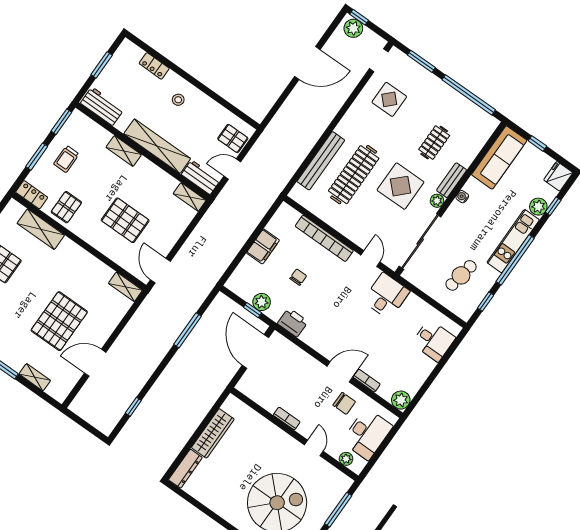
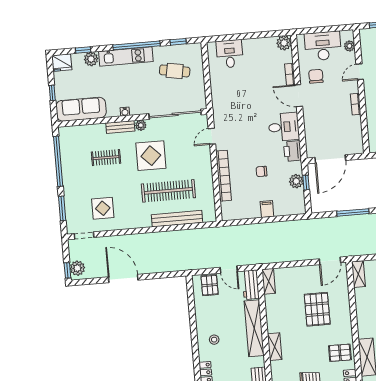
filing cabinet: (263, 246) -> (267, 209), width x0.50
desk: (386, 296) -> (284, 127), moved, turned 180

